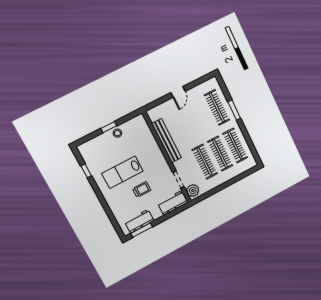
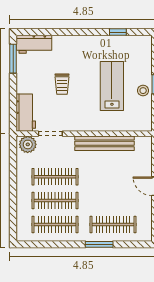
lab bench: (122, 172) -> (112, 86), moved
workbench: (139, 221) -> (34, 44), moved, turned 90

